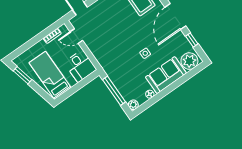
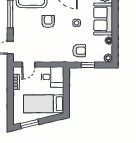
armchair: (128, 26) -> (48, 22), added
armchair: (121, 73) -> (79, 51), added
window: (114, 91) -> (88, 65), width x0.46

